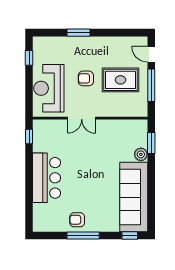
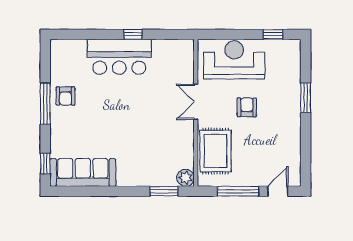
rug: (121, 80) -> (215, 151), moved
window: (29, 137) -> (133, 34), moved
plant: (141, 154) -> (186, 178), moved
sofa: (134, 197) -> (83, 173), width x0.74, depth x0.79
armchair: (77, 220) -> (66, 96), turned 180

